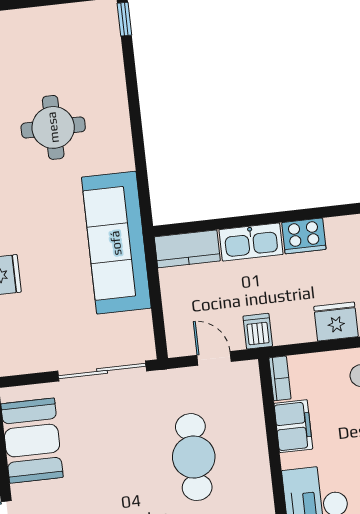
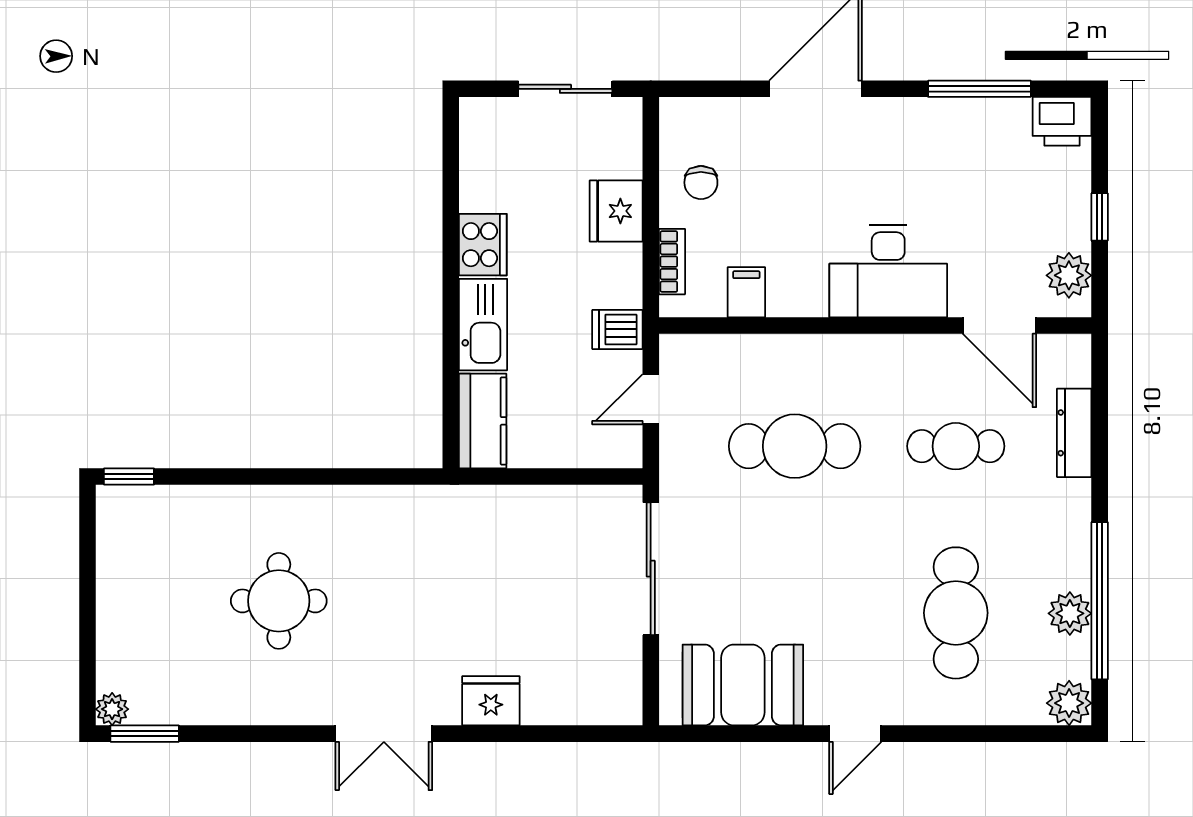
sofa: (116, 243) -> (461, 526), removed
bookcase: (280, 378) -> (672, 262), moved, turned 90
filing cabinet: (293, 426) -> (746, 292), width x0.50

